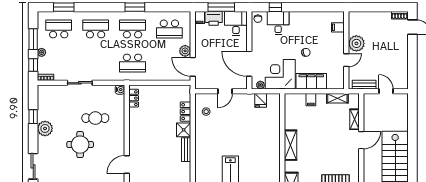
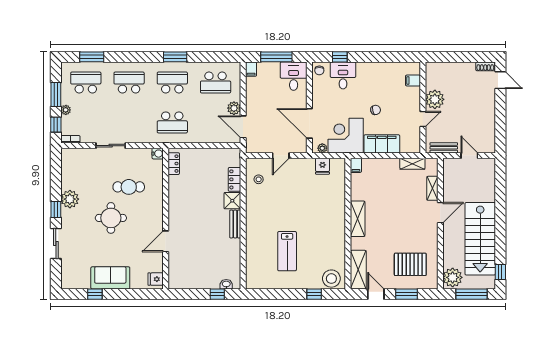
printer: (214, 18) -> (267, 70), removed
filing cabinet: (311, 100) -> (356, 165), moved
window: (33, 117) -> (56, 209), moved

